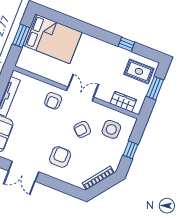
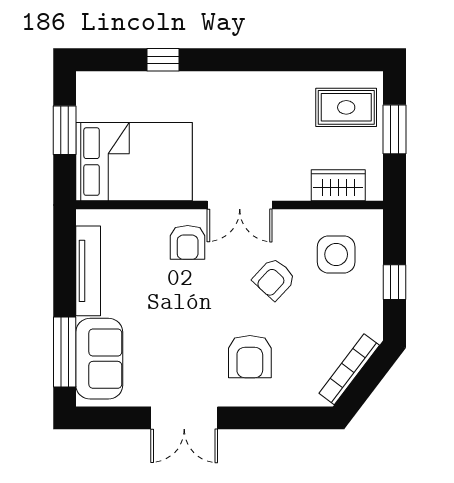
bed: (52, 39) -> (134, 162), moved
window: (126, 44) -> (163, 60), moved
double door: (80, 94) -> (240, 205), swing flipped
armchair: (60, 157) -> (250, 357), turned 180

